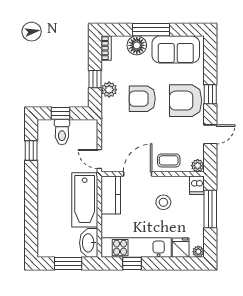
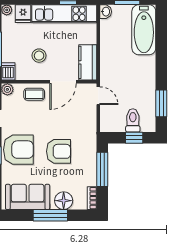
window: (95, 79) -> (102, 169), width x2.17
plant: (109, 90) -> (89, 160), removed
window: (31, 151) -> (161, 103), width x1.50
bathtub: (85, 200) -> (144, 30), moved, turned 180
washbasin: (89, 243) -> (106, 12), width x0.52, depth x0.69

